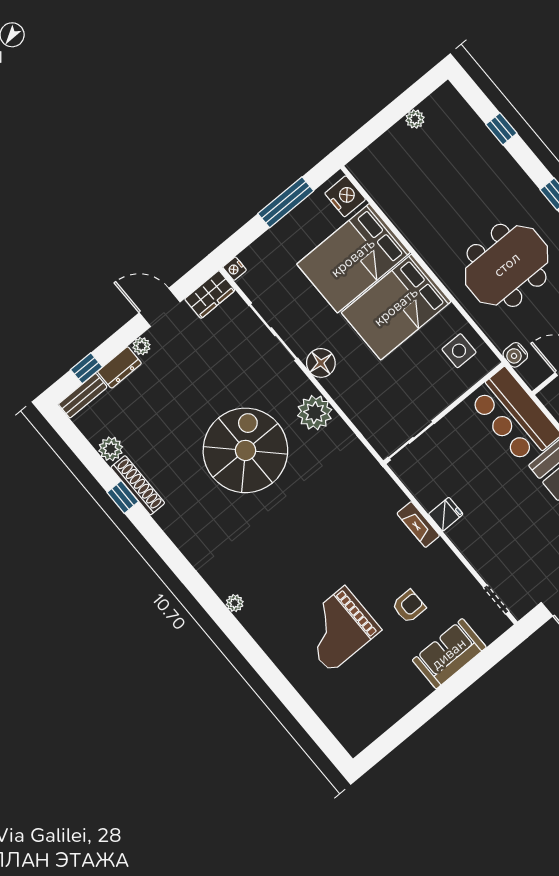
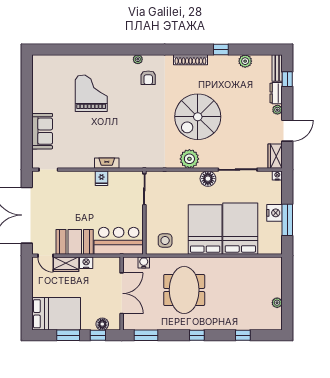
nightstand: (345, 196) -> (274, 213), moved, turned -90
spiral stairs: (245, 450) -> (198, 117), turned 90
shoe rack: (138, 485) -> (190, 60), moved
armchair: (409, 606) -> (148, 78), moved

